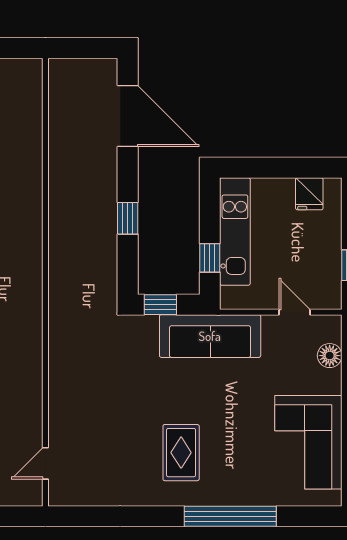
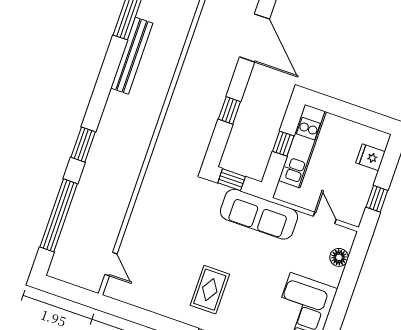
fridge: (309, 194) -> (370, 157), moved, turned 90
window: (210, 258) -> (283, 144), moved
door: (45, 463) -> (111, 264), swing flipped

